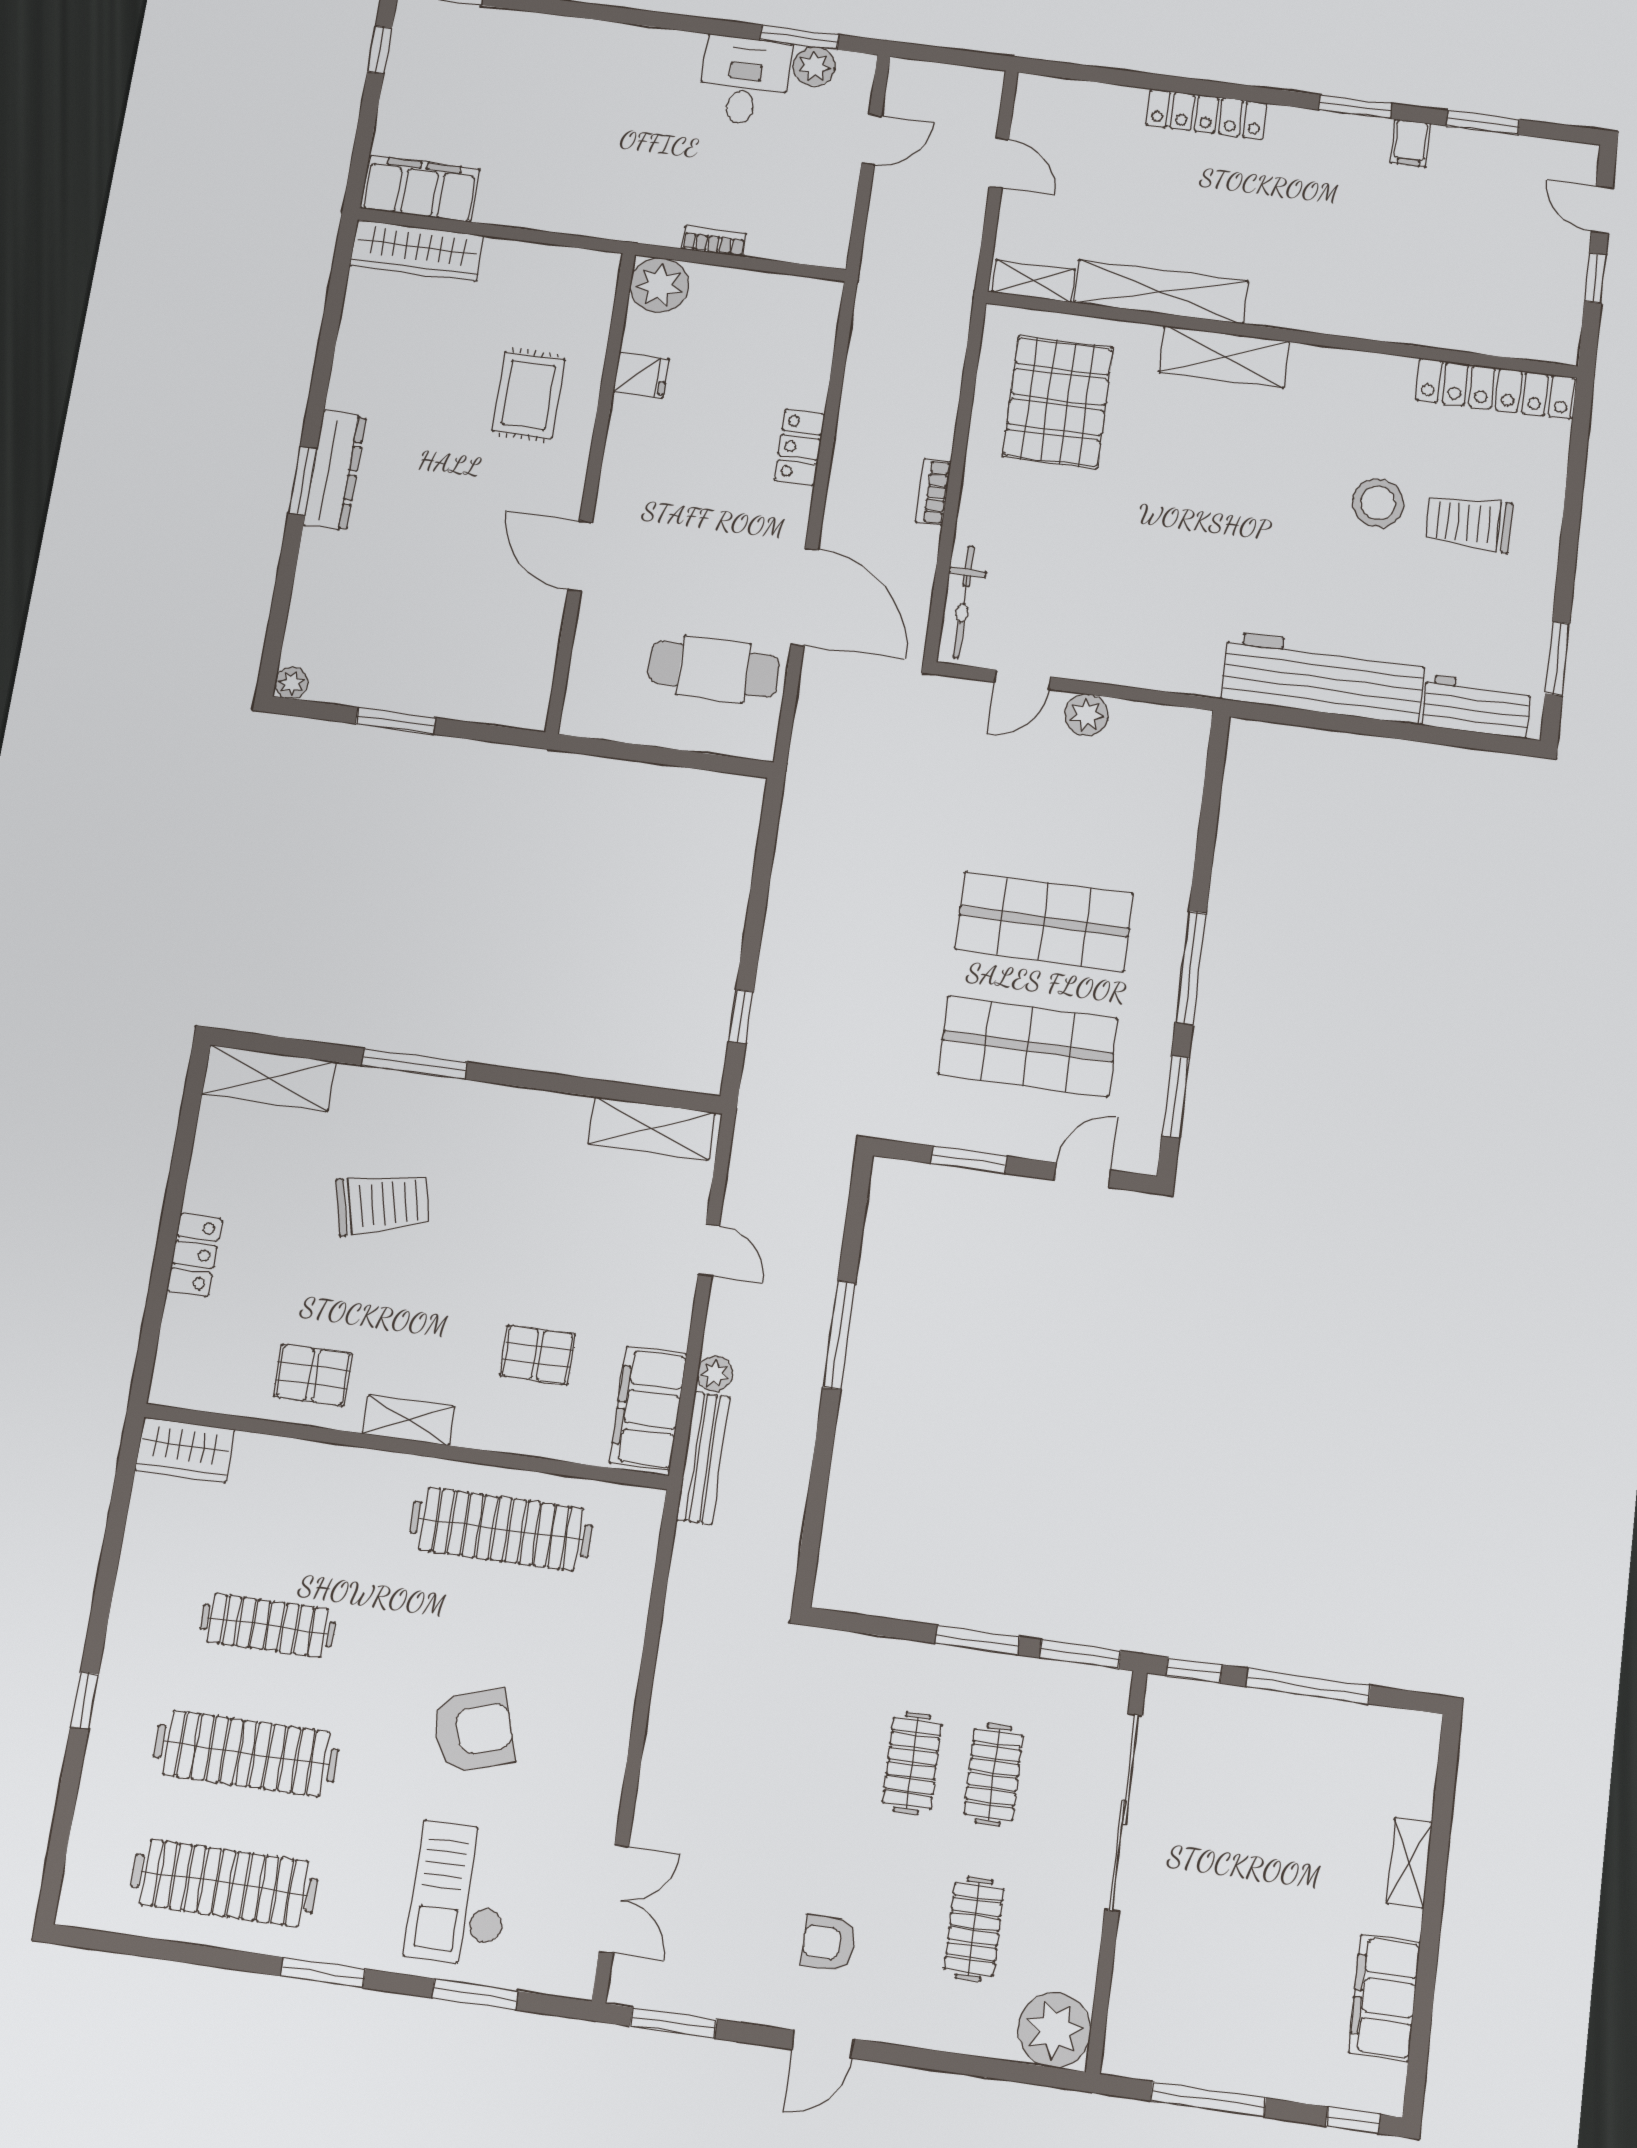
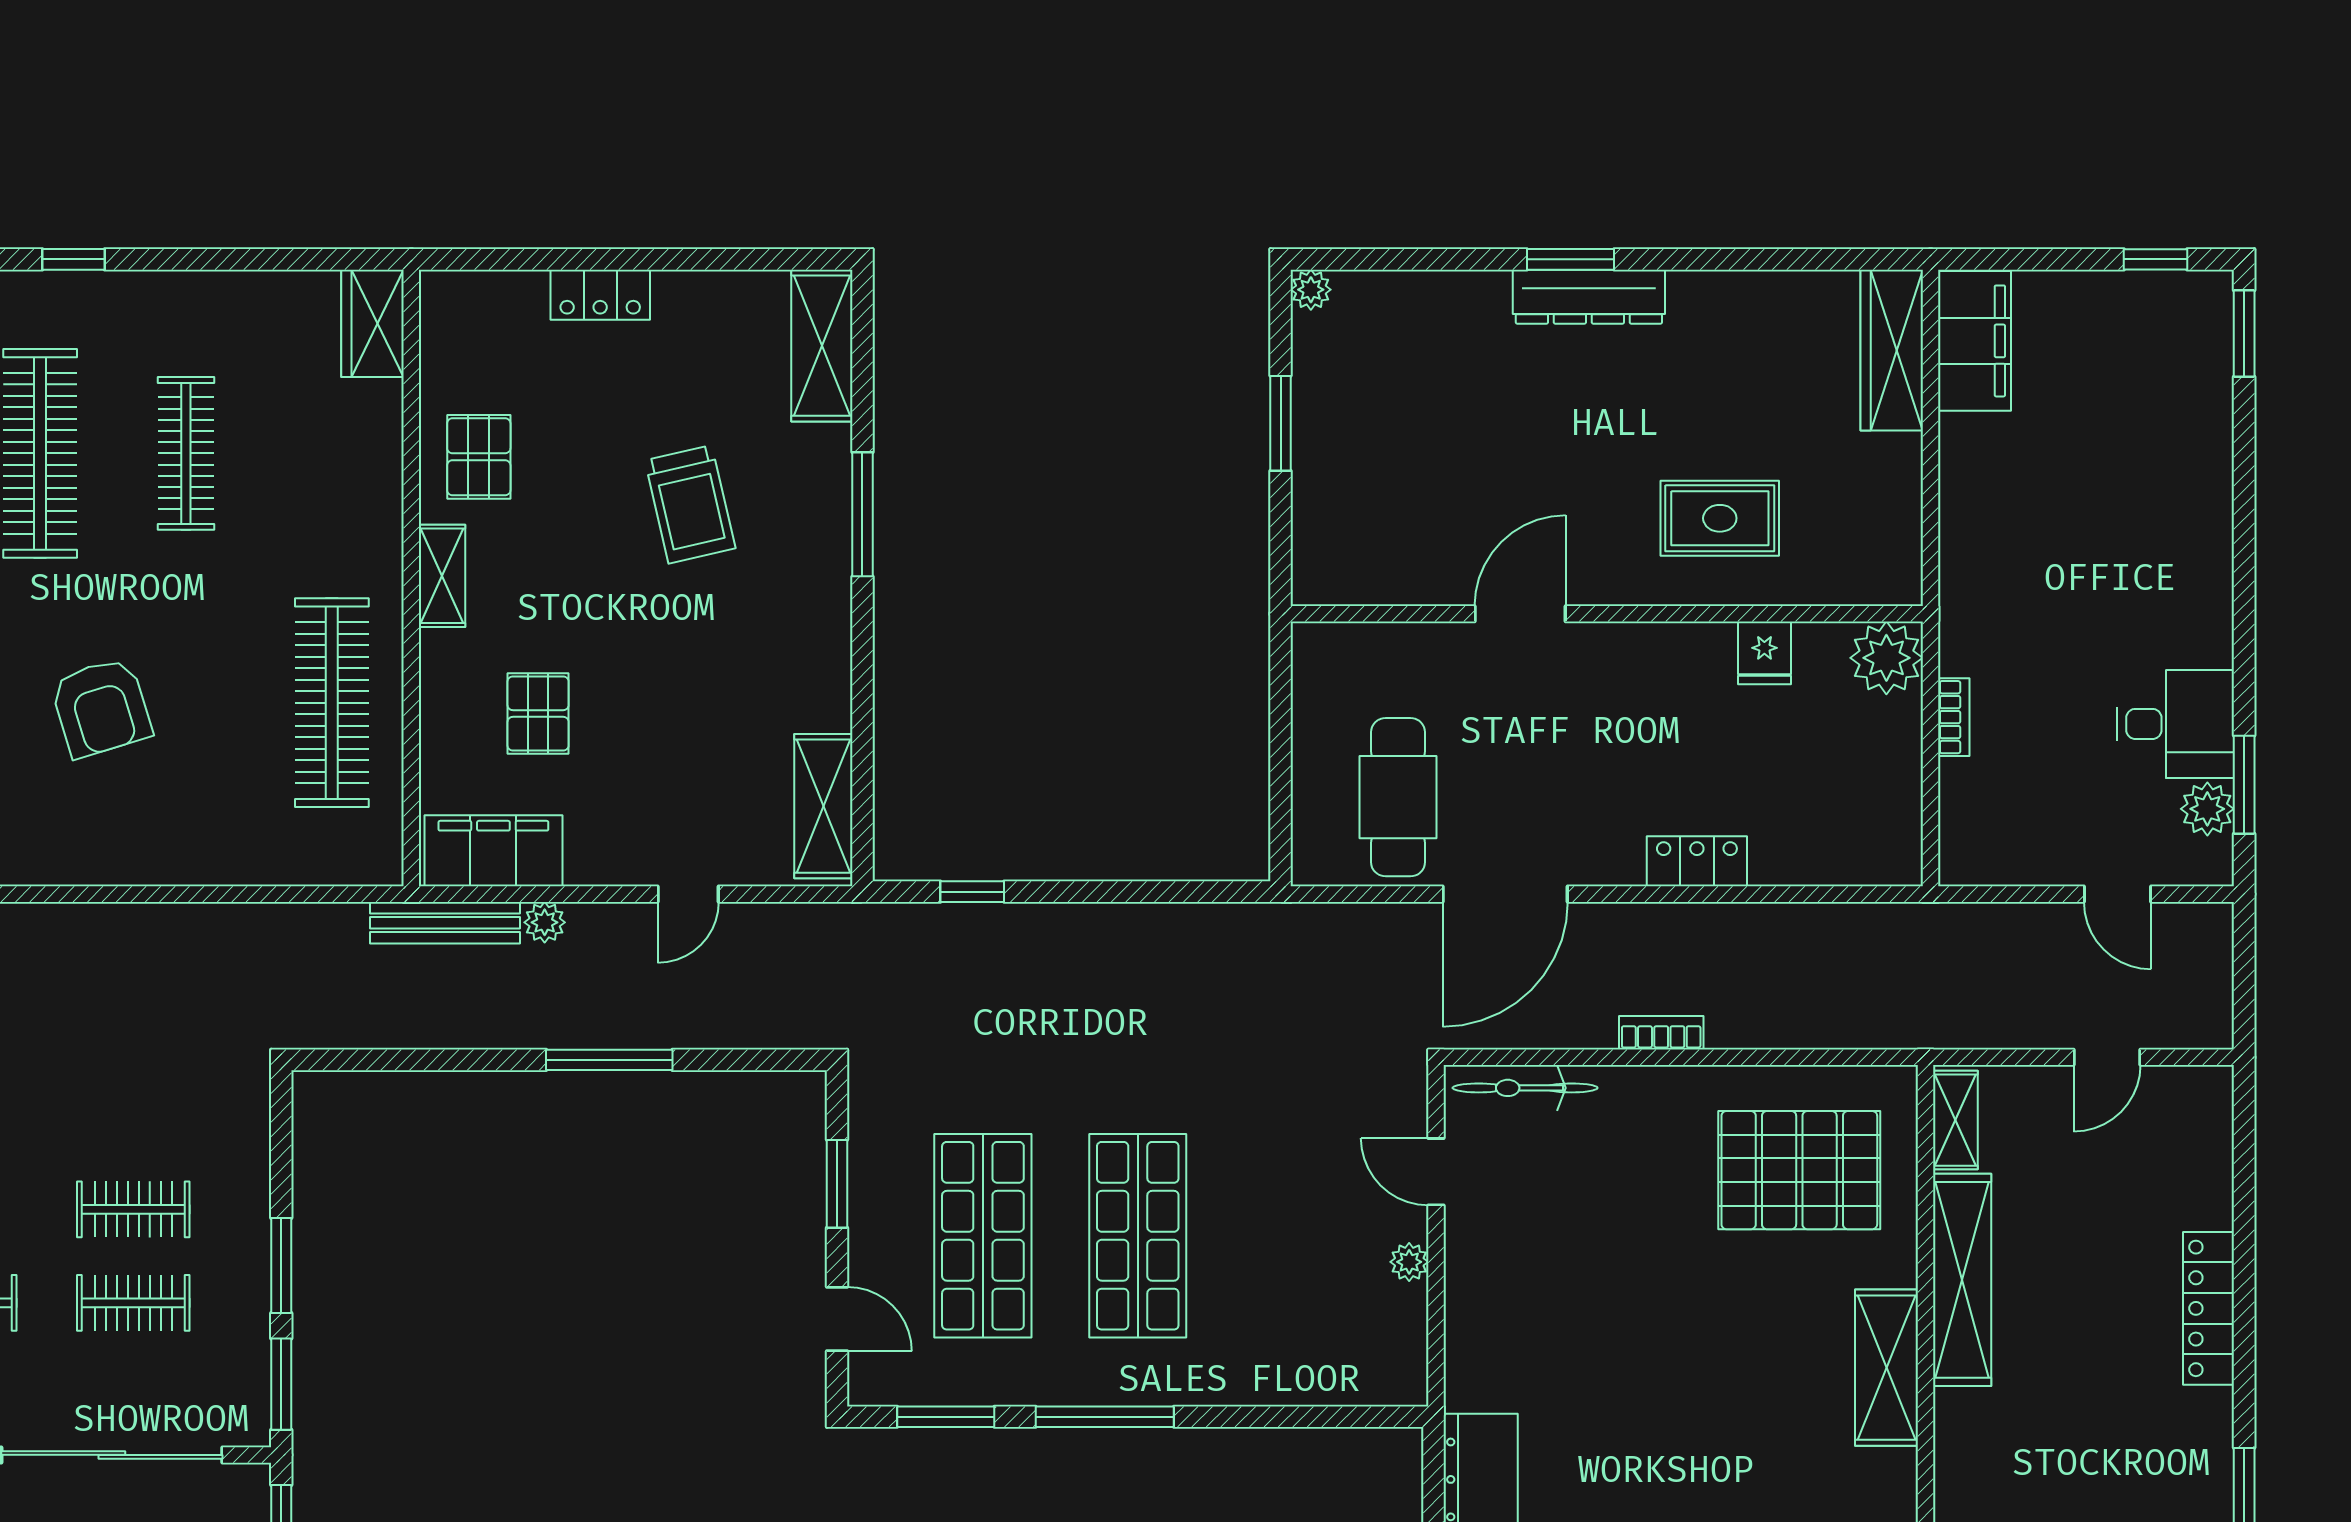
plant: (1087, 715) -> (1409, 1262), width x0.73, depth x0.73

